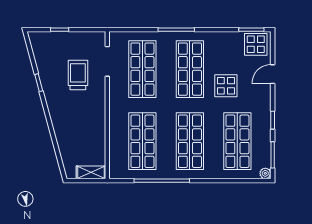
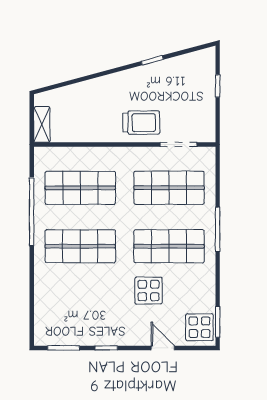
trolley: (78, 75) -> (141, 123), moved
shop shelf: (237, 141) -> (80, 305), removed
plant: (265, 173) -> (41, 339), removed

